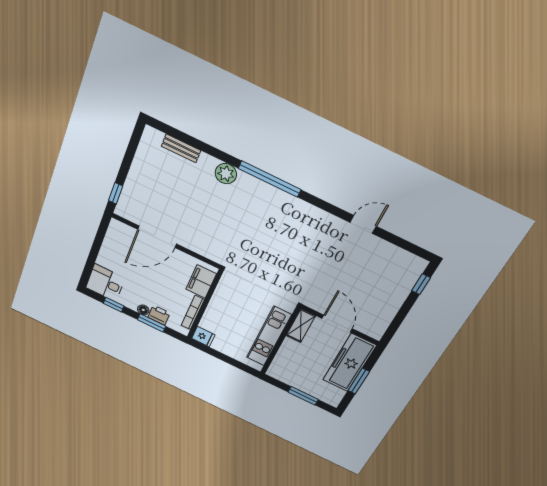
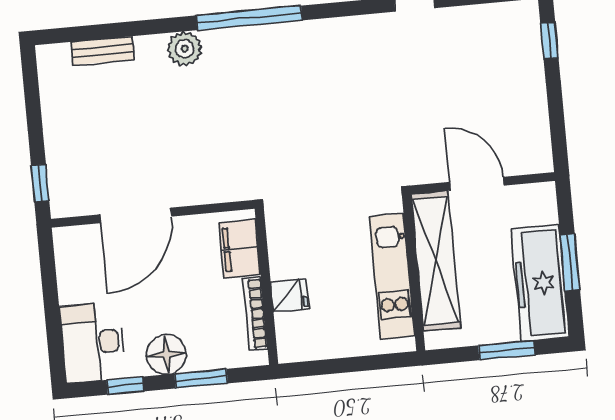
desk: (105, 283) -> (93, 342), width x1.37
floor lamp: (143, 310) -> (166, 354), width x1.89, depth x1.89
printer: (159, 315) -> (206, 355), removed
shelving: (301, 326) -> (436, 261), width x2.20, depth x1.33
fridge: (203, 337) -> (290, 295), moved
freezer: (349, 363) -> (540, 283), moved

